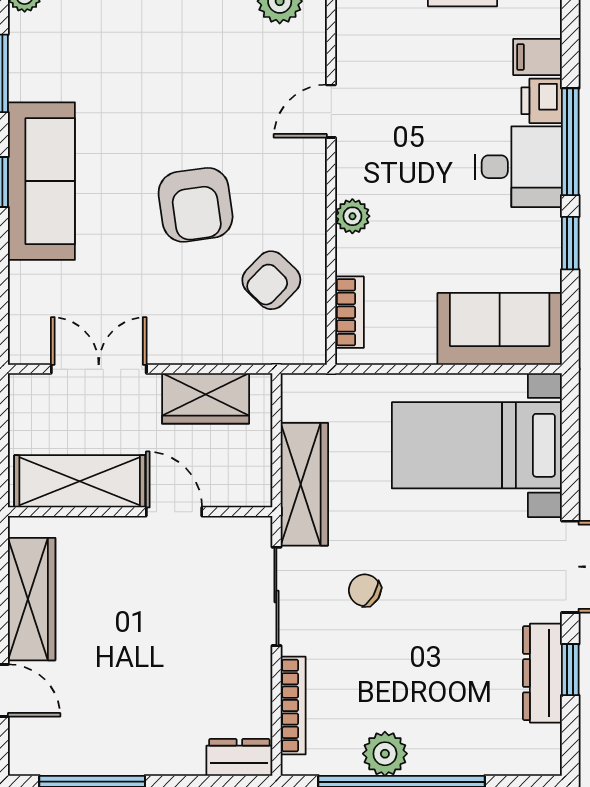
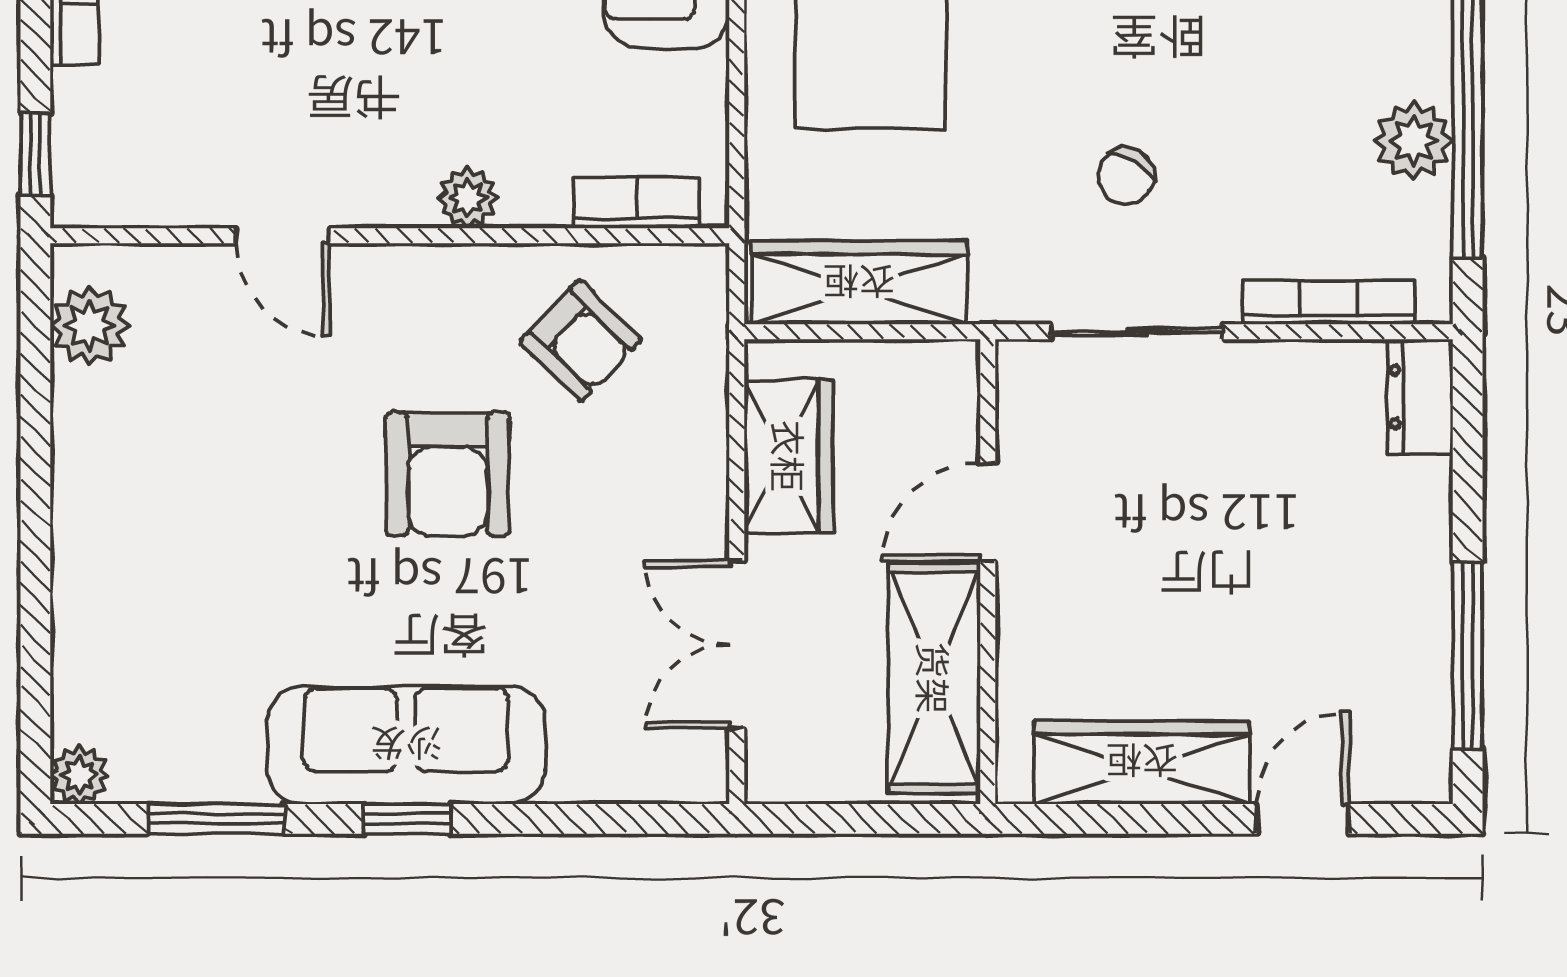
armchair: (196, 205) -> (448, 474), turned 98
wardrobe: (304, 484) -> (859, 283), moved

